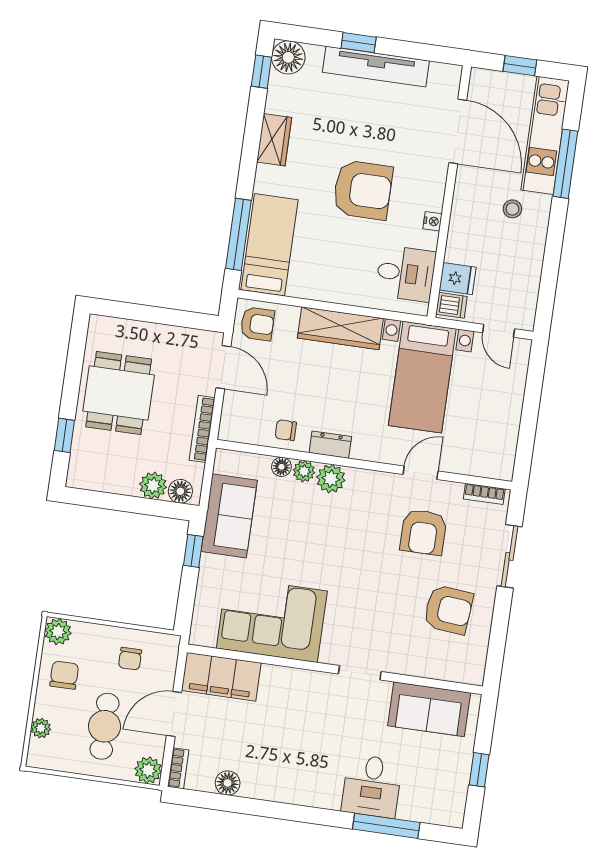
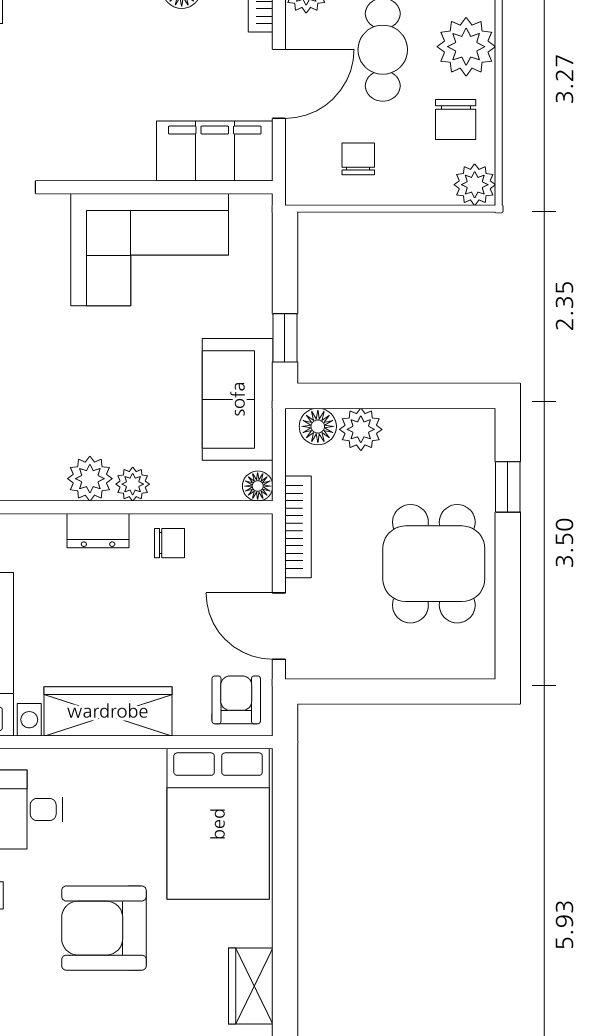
window: (238, 234) -> (285, 833), removed
bed: (269, 245) -> (218, 824), width x1.50
armchair: (257, 324) -> (236, 700), turned 90
floor lamp: (281, 467) -> (258, 486), moved
plant: (41, 728) -> (466, 47), width x1.88, depth x1.88

